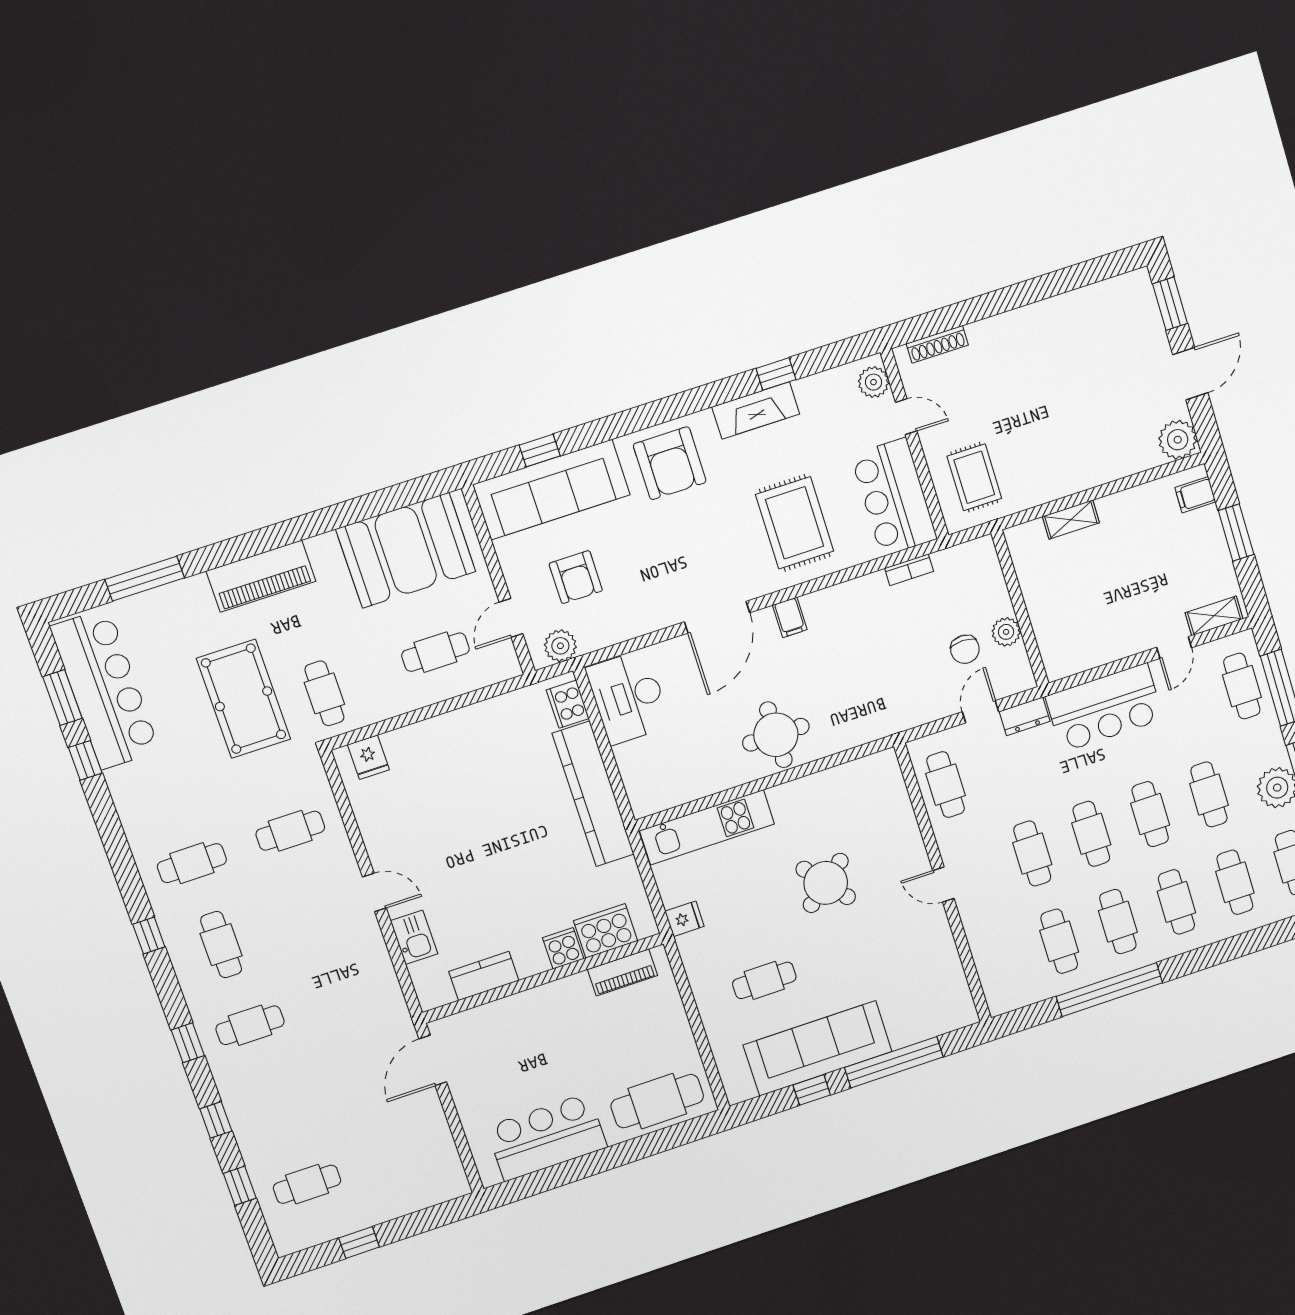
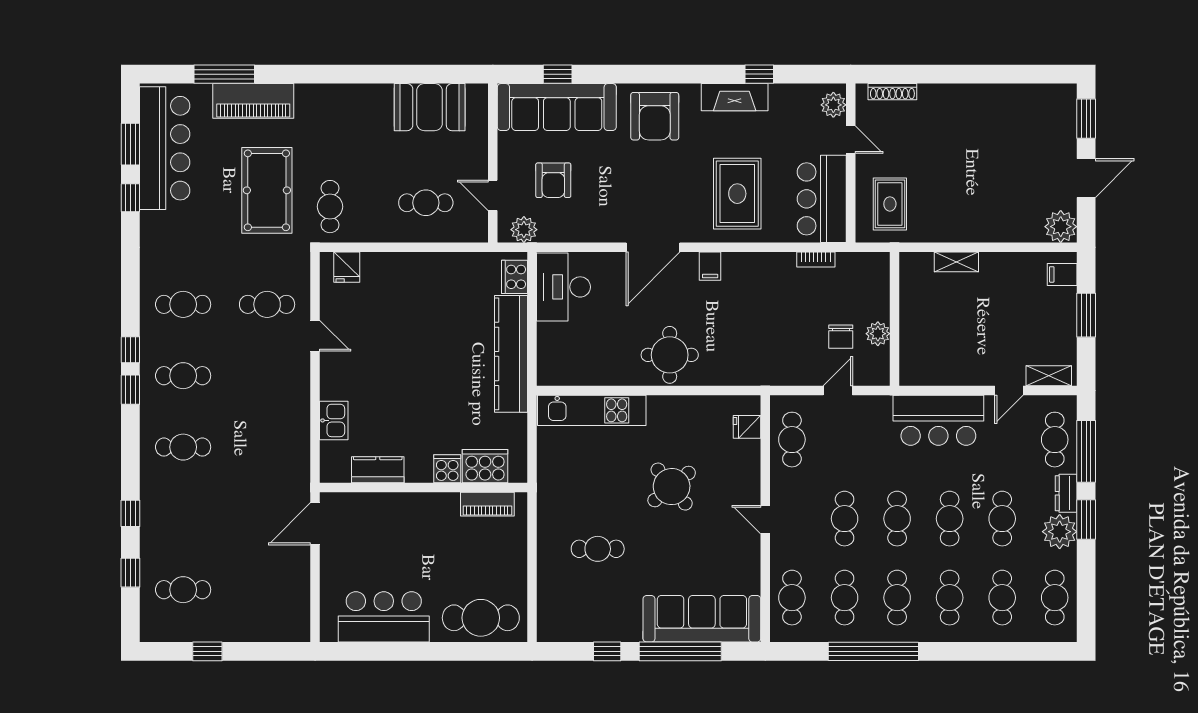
booth: (406, 550) -> (430, 107), width x0.73, depth x0.70
piano: (261, 576) -> (253, 101), moved
door: (511, 618) -> (493, 195), hinge flipped
dresser: (1025, 716) -> (1066, 493), moved, turned 90
door: (374, 892) -> (315, 336), moved
fridge: (684, 919) -> (747, 427), moved, turned 180
cafe table: (221, 945) -> (183, 376), turned 90
cafe table: (1000, 961) -> (792, 598), added
window: (188, 1043) -> (130, 390), moved
sofa: (818, 1048) -> (702, 619), moved

